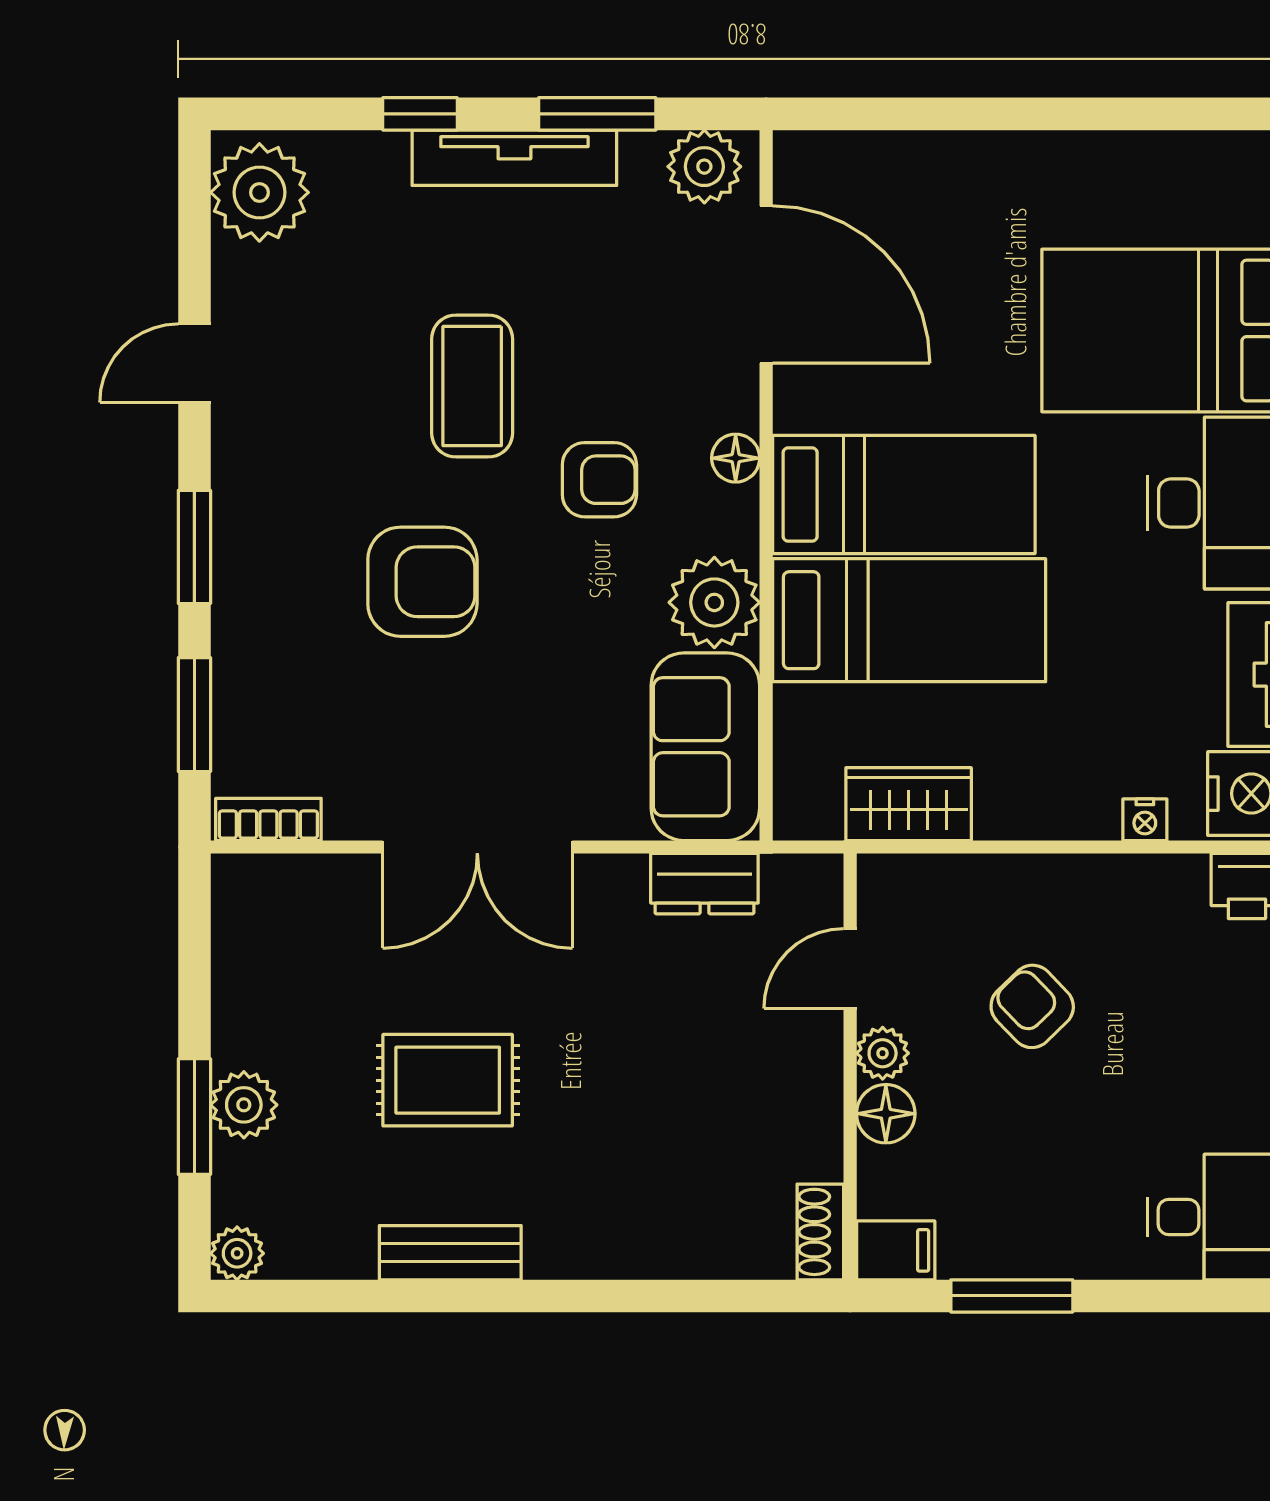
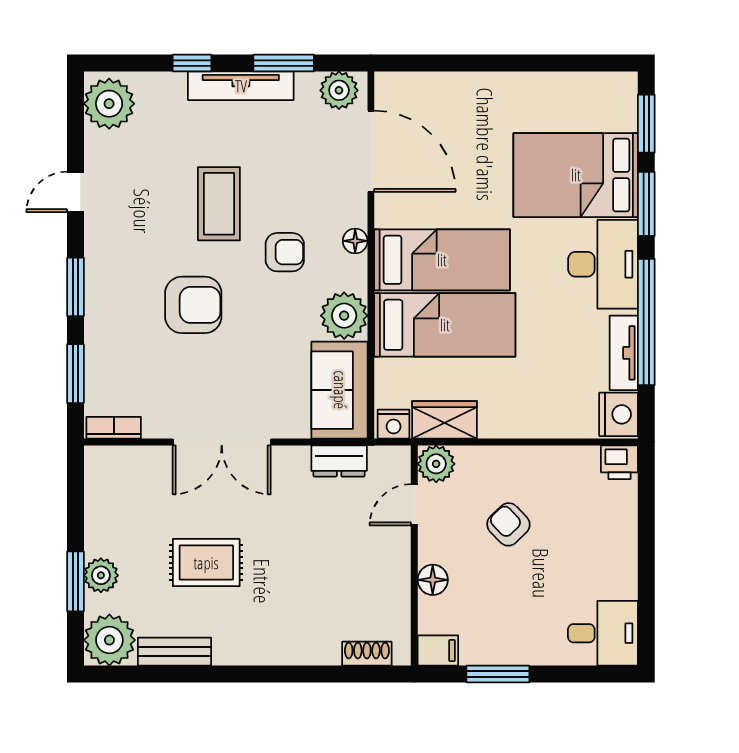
nightstand: (1145, 820) -> (394, 424), moved, width x1.39, depth x1.35
plant: (883, 1053) -> (436, 464), moved, width x1.38, depth x1.38
shoe rack: (820, 1232) -> (367, 654), moved, turned 90
plant: (237, 1253) -> (109, 640), width x1.87, depth x1.87
bench: (450, 1253) -> (174, 652), moved

